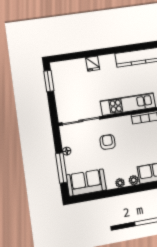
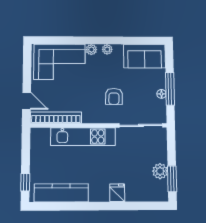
plant: (60, 86) -> (160, 171), added
window: (61, 168) -> (170, 89), moved

